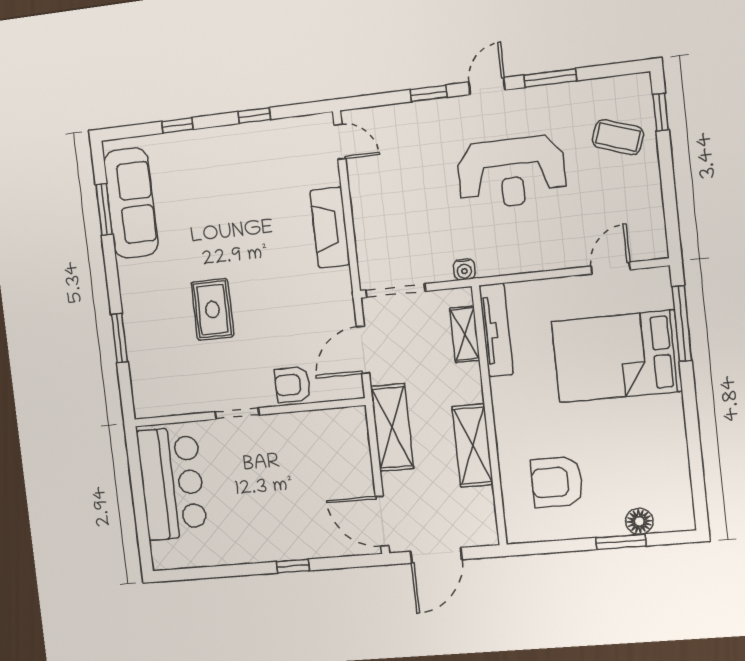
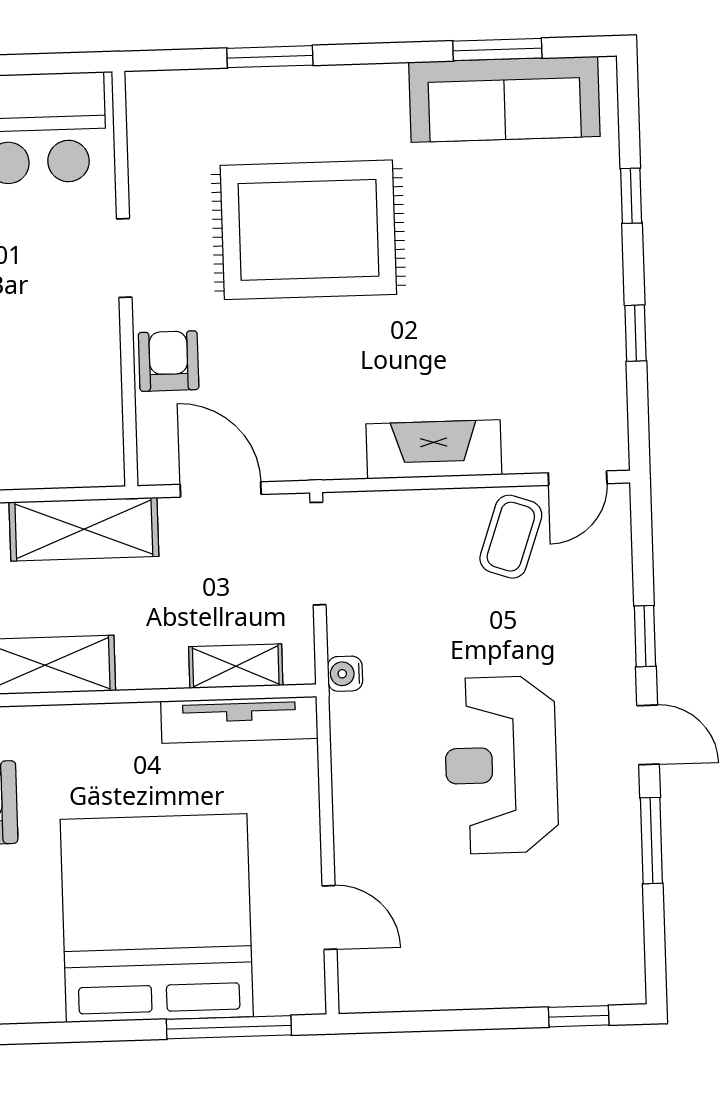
coffee table: (618, 137) -> (511, 537), moved
rug: (212, 309) -> (308, 230), width x1.86, depth x2.06
bed: (617, 356) -> (157, 918), width x1.36

